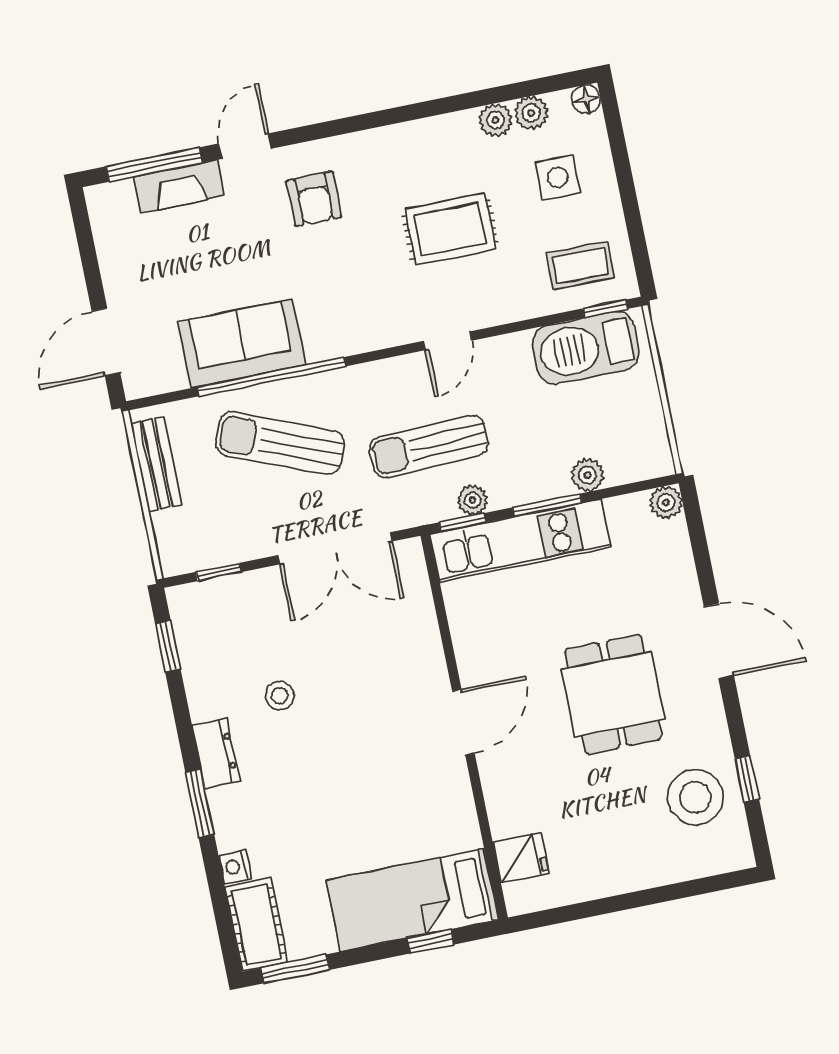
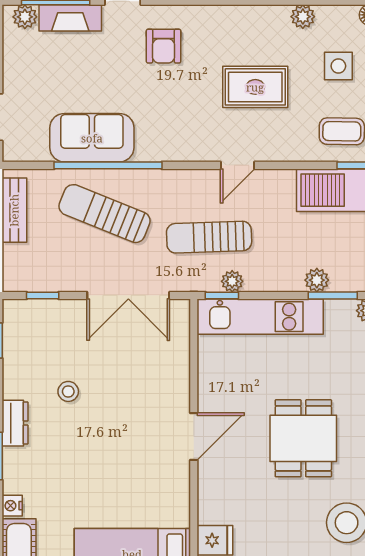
plant: (531, 113) -> (25, 17), moved
window: (547, 505) -> (333, 295), moved

